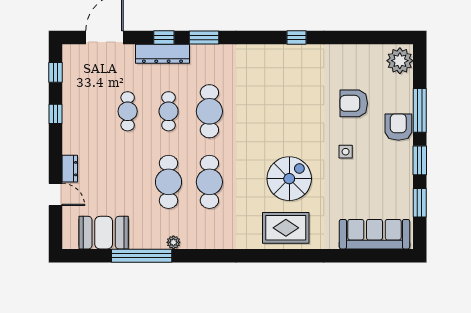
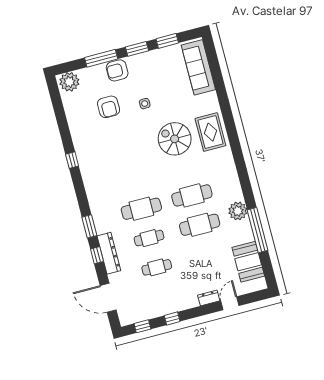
plant: (173, 242) -> (238, 211), width x1.87, depth x1.87

